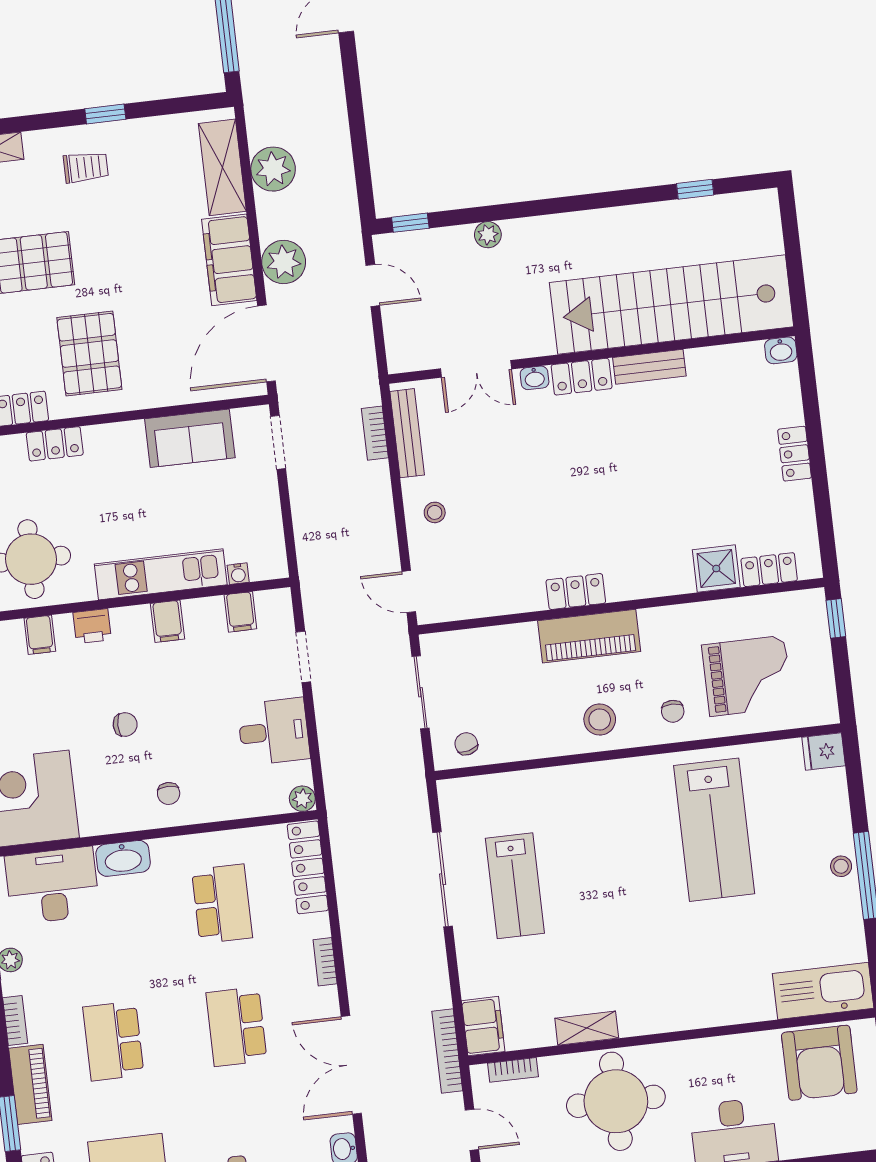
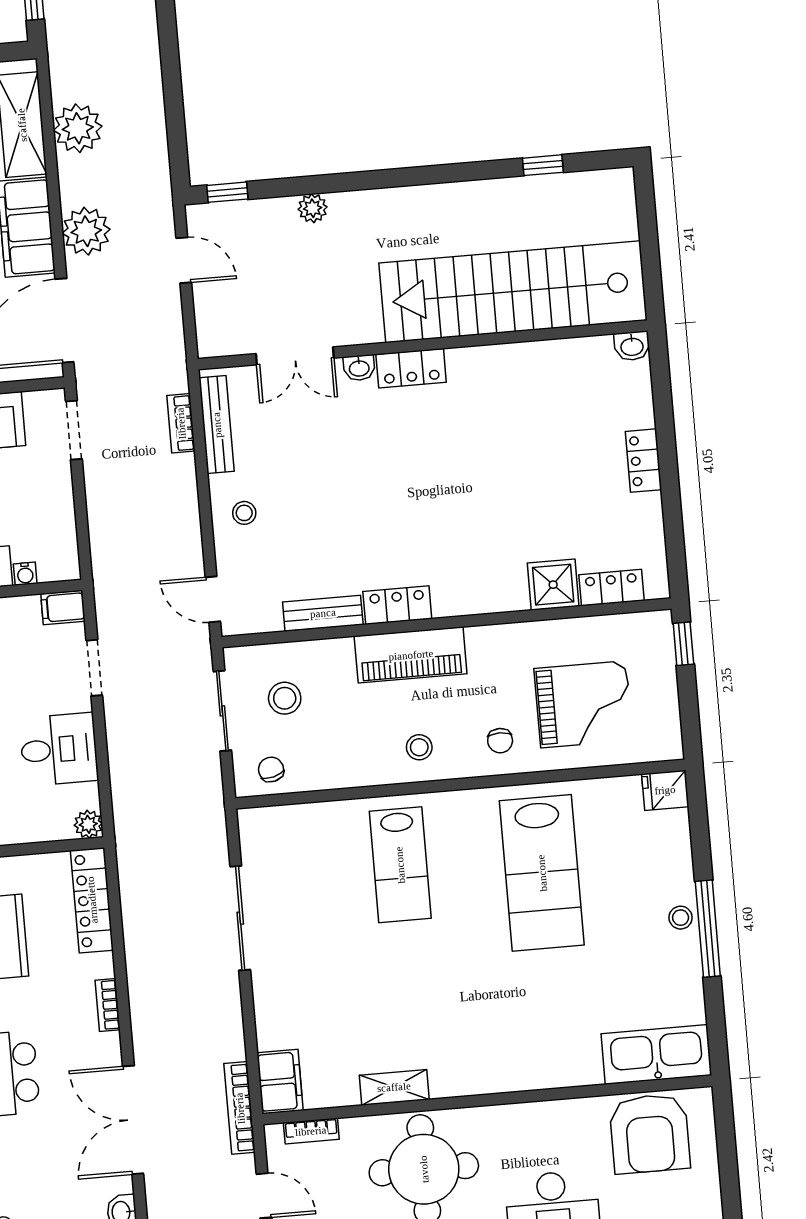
bench: (649, 367) -> (323, 613), moved
filing cabinet: (240, 612) -> (63, 608), moved, turned 90
stool: (477, 679) -> (285, 698), added
stool: (600, 720) -> (419, 747), width x0.73, depth x0.73
lab bench: (515, 886) -> (400, 865), moved

